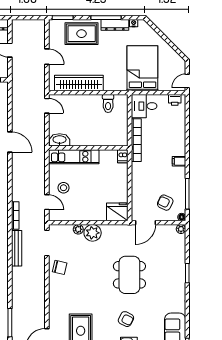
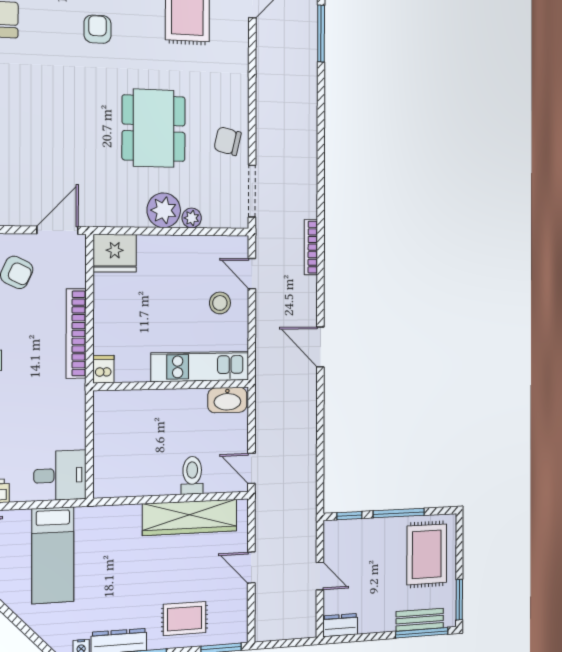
rug: (82, 34) -> (185, 619), width x0.73, depth x0.70
bed: (142, 68) -> (53, 555), width x0.67
toilet: (108, 104) -> (192, 475), moved
bookcase: (136, 140) -> (76, 333), moved
door: (10, 142) -> (320, 347), moved
bench: (17, 248) -> (308, 182), removed
dining table: (129, 275) -> (154, 128), moved
armchair: (126, 319) -> (97, 29), turned 63

